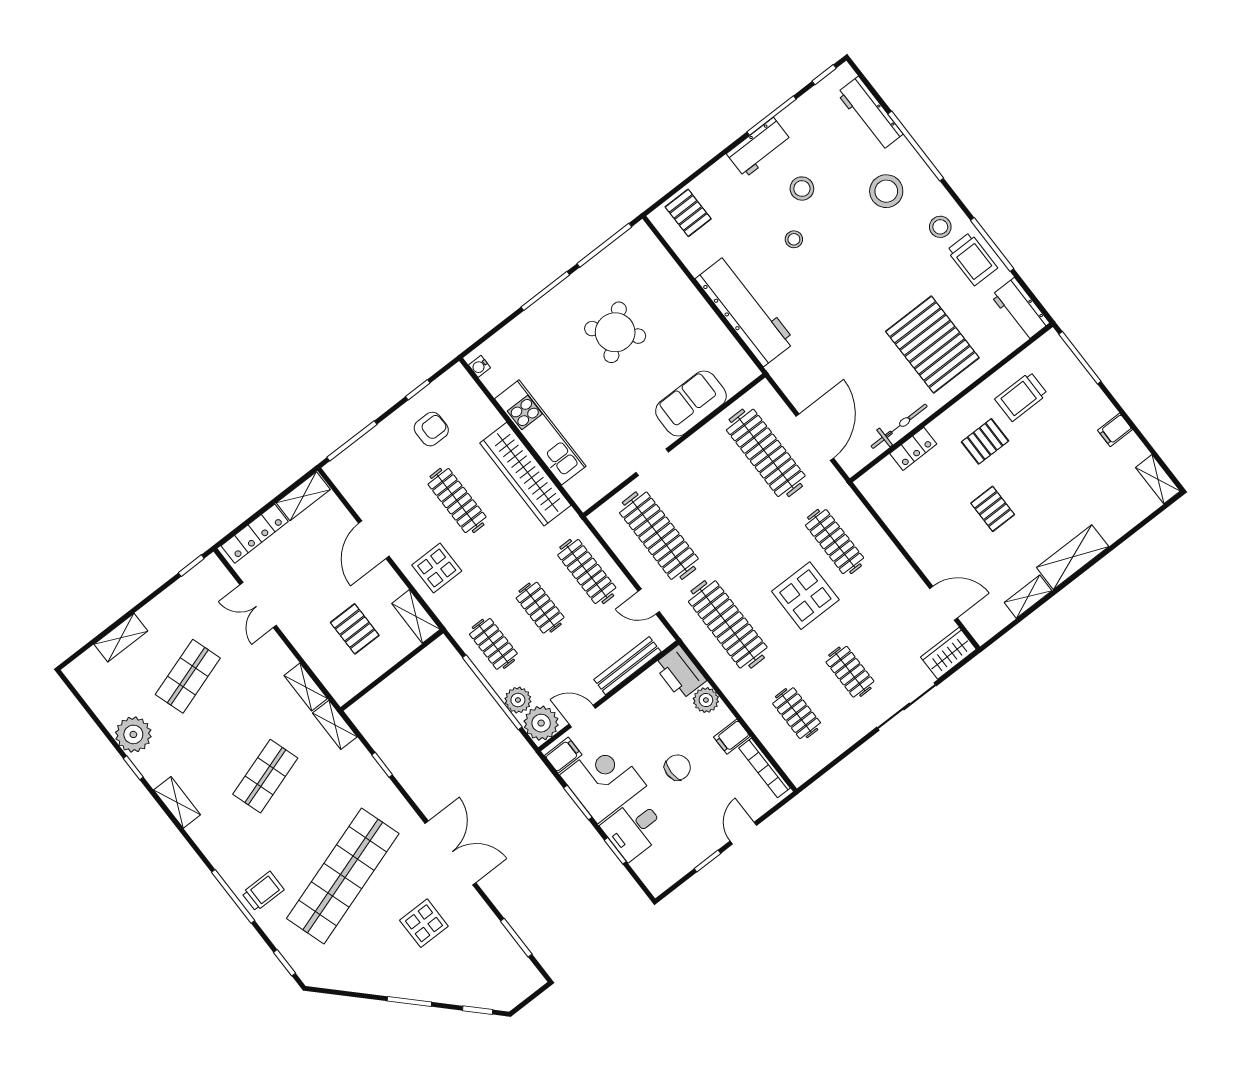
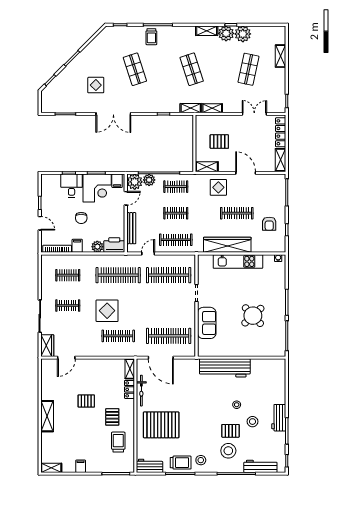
pallet: (688, 213) -> (231, 431), moved
trolley: (972, 259) -> (181, 463), turned 180
shelving: (1028, 597) -> (130, 369), moved
shop shelf: (188, 676) -> (248, 69), turned 30
plant: (155, 764) -> (226, 33), added
shop shelf: (343, 876) -> (135, 69), width x0.50, depth x0.74

